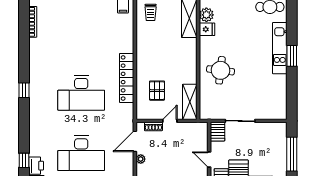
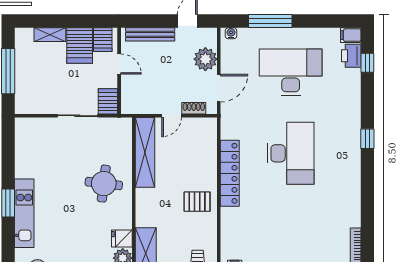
window: (24, 90) -> (367, 139), moved
pallet: (157, 91) -> (197, 202), moved, turned 90
desk: (81, 93) -> (291, 153), turned 90
shelving: (190, 102) -> (145, 152), width x1.47
plant: (141, 159) -> (205, 59), width x1.88, depth x1.88

